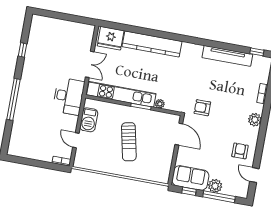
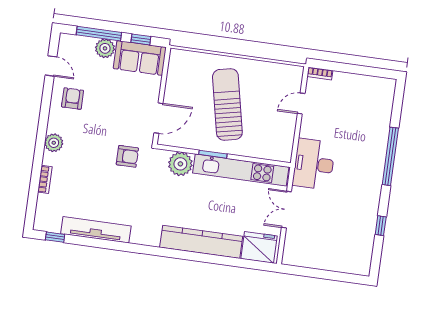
plant: (160, 104) -> (180, 164), width x1.88, depth x1.88
barbecue: (89, 120) -> (284, 133), removed
door: (179, 134) -> (158, 118), swing flipped
door: (76, 140) -> (301, 104), swing flipped
sun lounger: (129, 142) -> (227, 104), width x1.36, depth x1.34
armchair: (240, 151) -> (73, 99), turned 180

